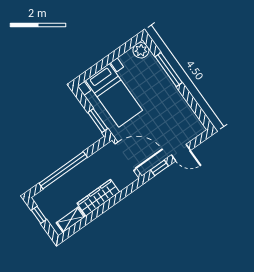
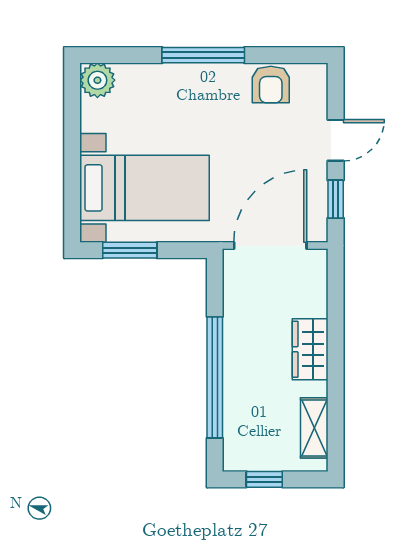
window: (169, 70) -> (203, 55), moved
armchair: (184, 115) -> (271, 85), added
window: (98, 121) -> (130, 250), moved
wardrobe: (98, 198) -> (310, 349), width x0.67

